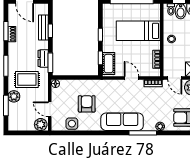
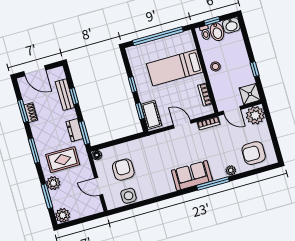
armchair: (87, 104) -> (123, 170), moved
sofa: (122, 122) -> (192, 176), width x0.73
plant: (41, 125) -> (63, 215), moved

